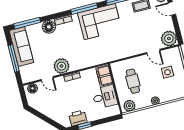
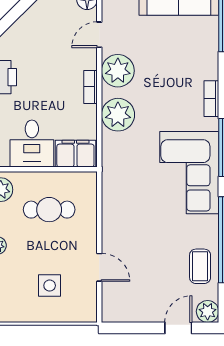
floor lamp: (49, 27) -> (205, 65), removed
plant: (169, 39) -> (118, 115), moved
door: (153, 52) -> (99, 267), swing flipped

